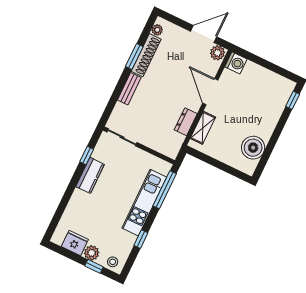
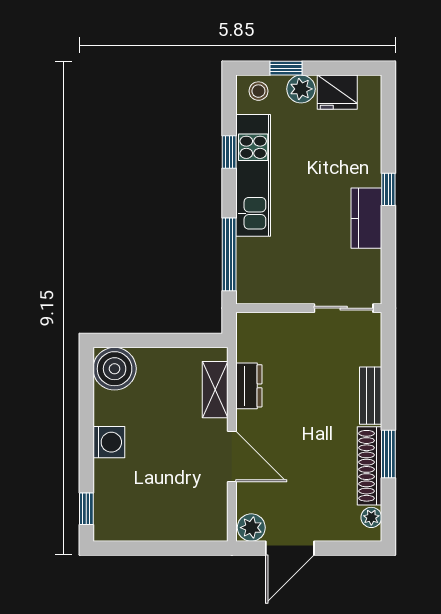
washing machine: (236, 63) -> (109, 442), moved, turned 180
boiler: (253, 148) -> (115, 369), moved
window: (87, 155) -> (388, 189), moved
kitchen unit: (144, 203) -> (253, 175), moved

